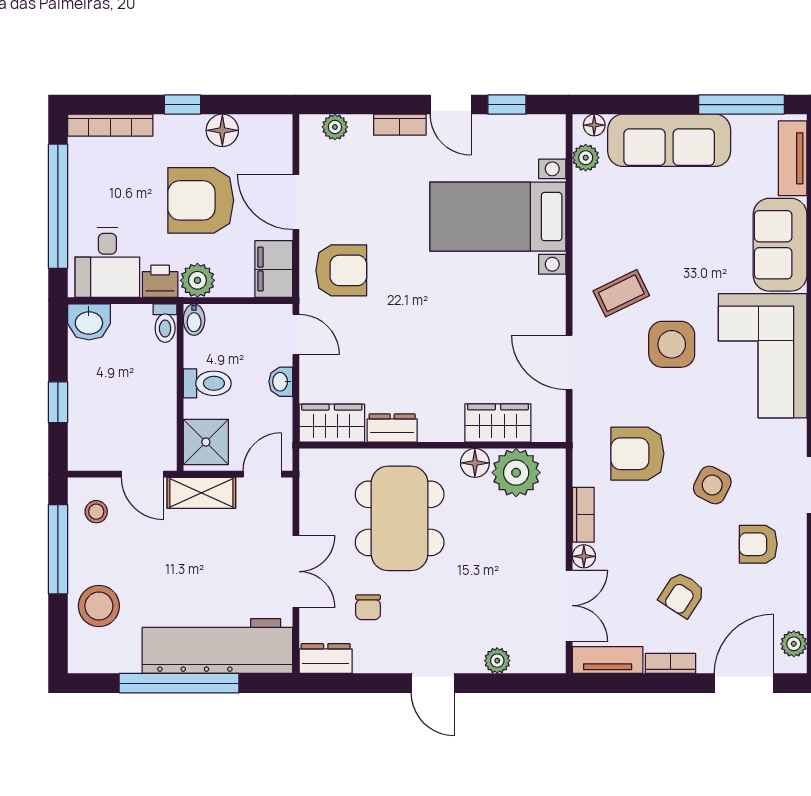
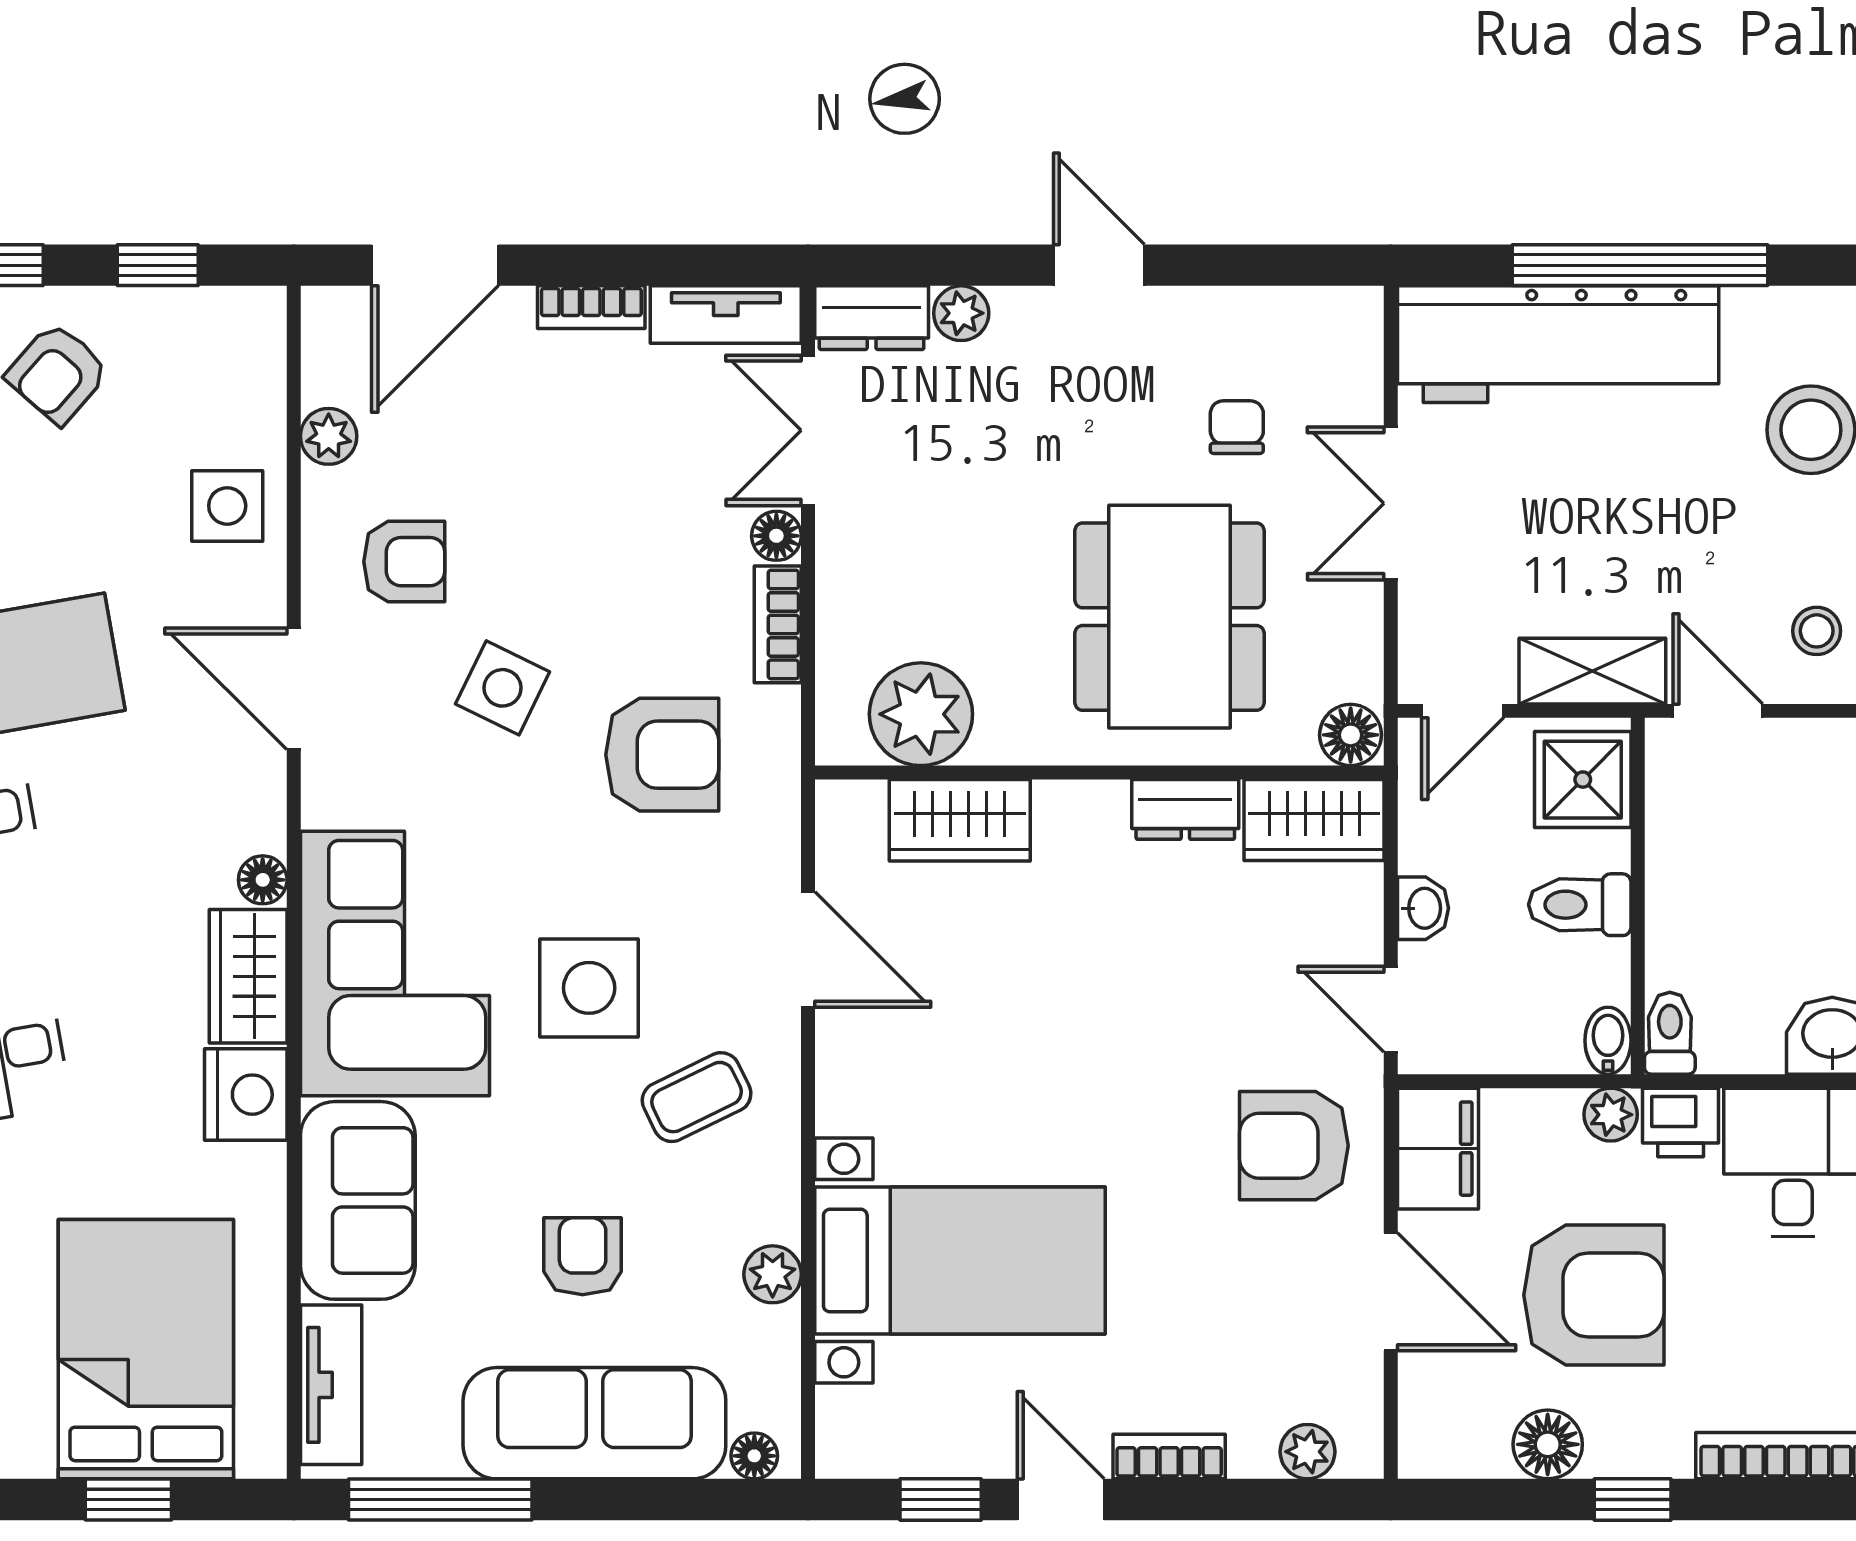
plant: (586, 158) -> (773, 1274), moved
plant: (197, 280) -> (1611, 1115), width x0.73, depth x0.73
floor lamp: (475, 463) -> (1351, 735), moved
armchair: (682, 595) -> (583, 1256), moved, turned -33
plant: (794, 644) -> (329, 436), moved
dresser: (326, 659) -> (872, 318), moved

